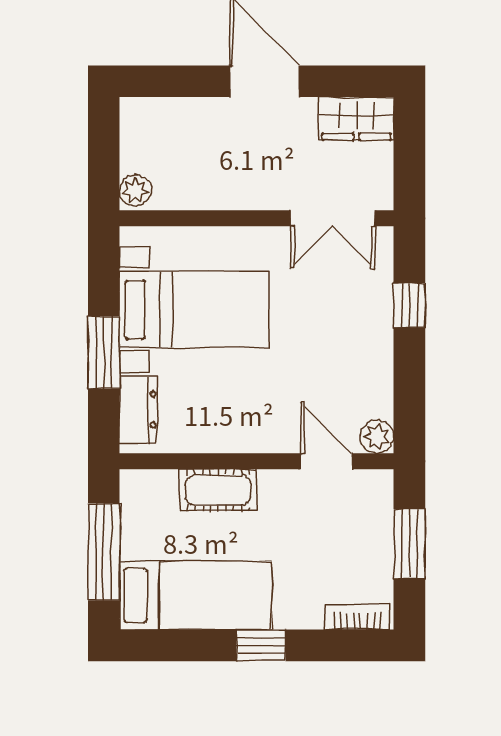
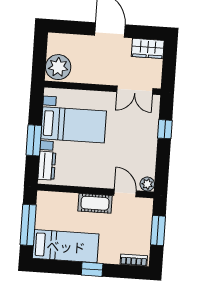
plant: (135, 190) -> (58, 67), width x1.88, depth x1.88
cot: (218, 490) -> (95, 203), moved

